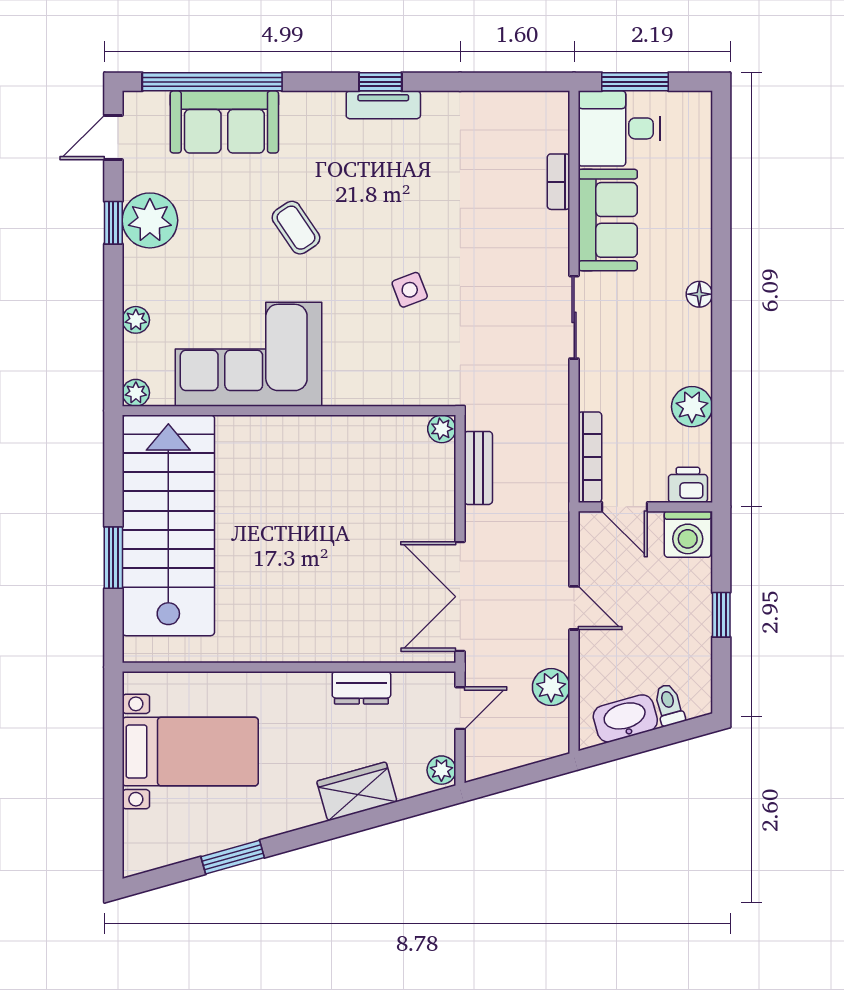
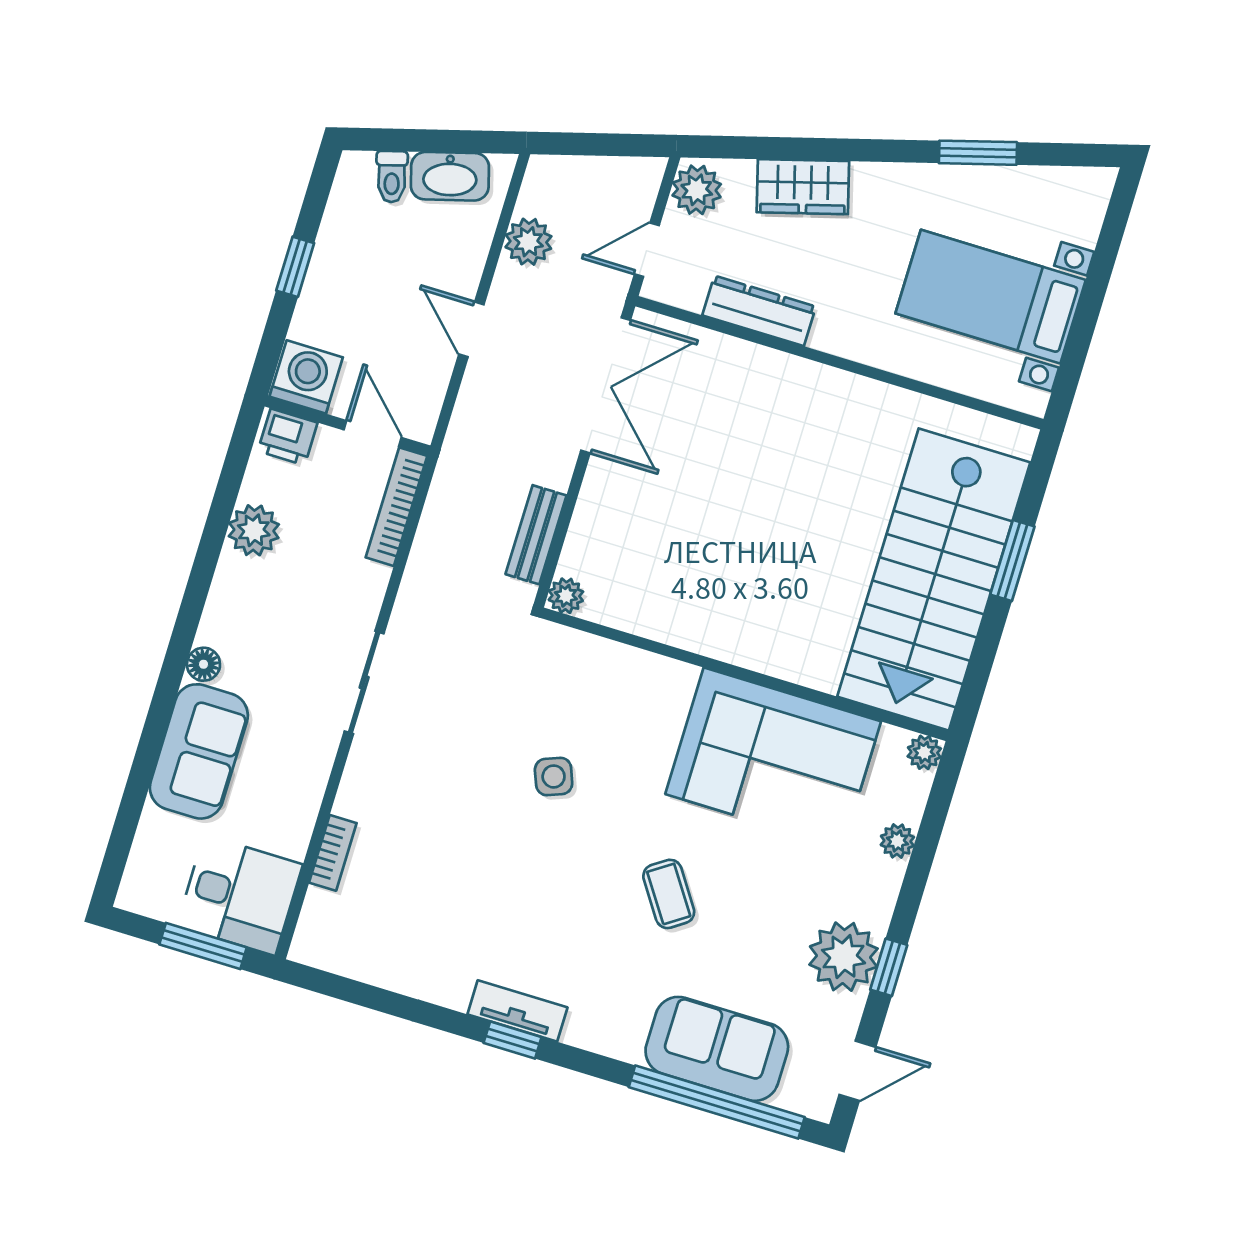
sofa: (608, 220) -> (199, 751), moved, turned 180
dresser: (361, 688) -> (759, 311), width x1.44
plant: (441, 770) -> (697, 190), width x1.38, depth x1.38

